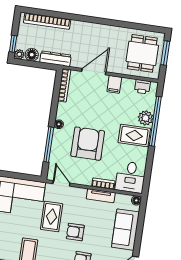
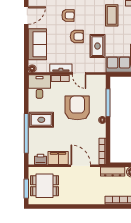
dining table: (142, 53) -> (44, 186), turned 90
door: (94, 72) -> (81, 166), swing flipped
filing cabinet: (114, 84) -> (58, 158), width x2.00
plant: (146, 118) -> (34, 135), removed
armchair: (88, 144) -> (77, 108), turned 180
door: (61, 183) -> (79, 73), moved

